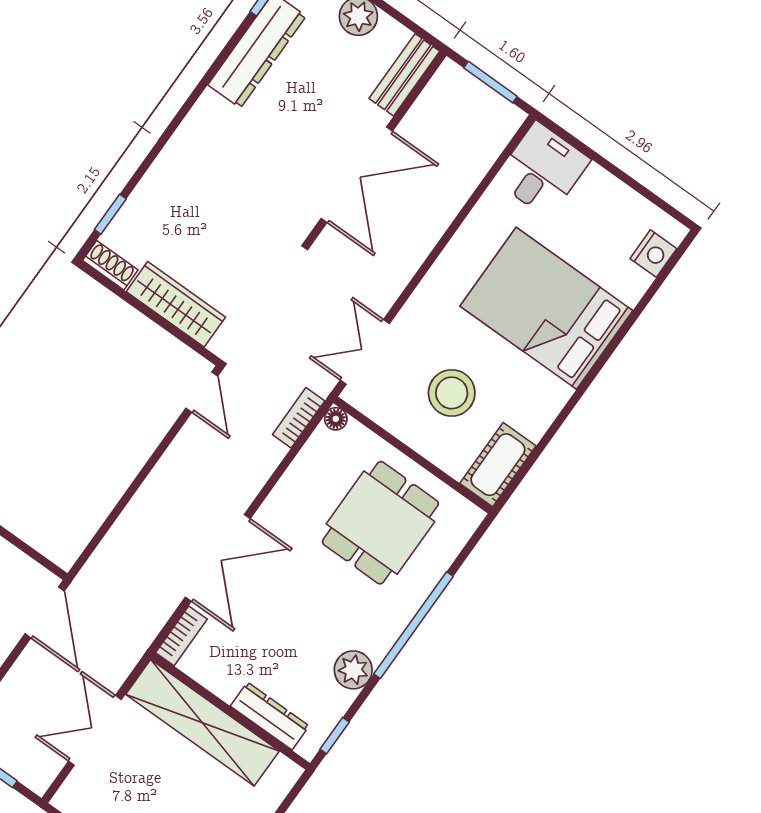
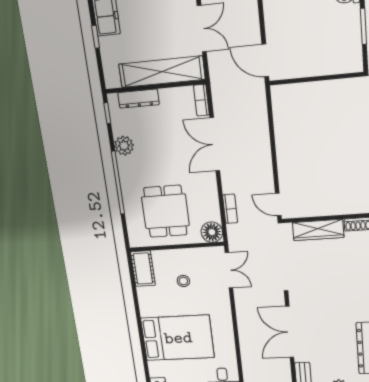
stool: (452, 393) -> (183, 281), width x0.53, depth x0.53
bookcase: (299, 418) -> (230, 209), moved
floor lamp: (336, 419) -> (212, 232), width x1.89, depth x1.89

